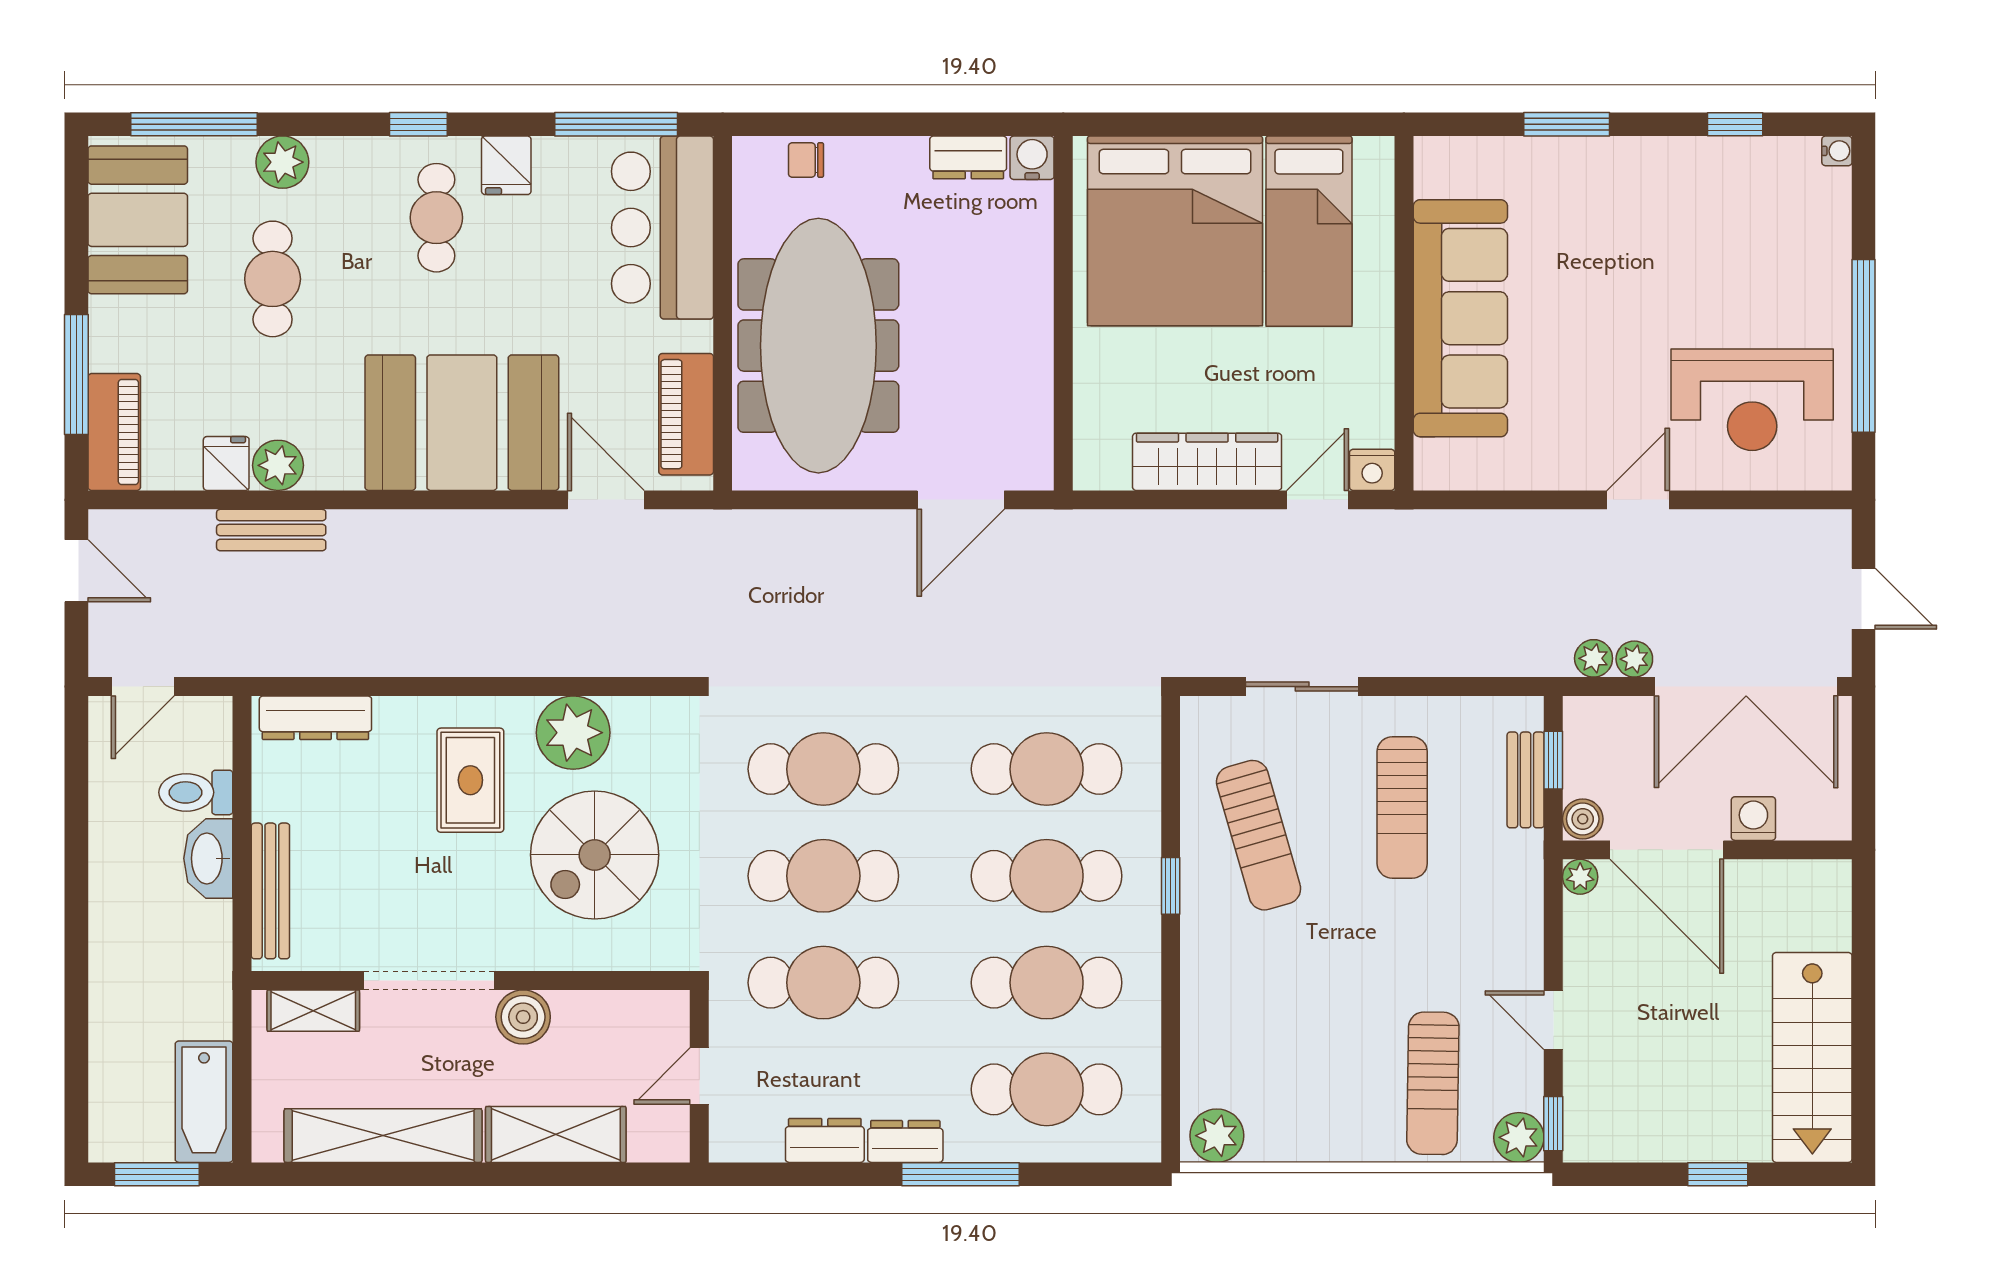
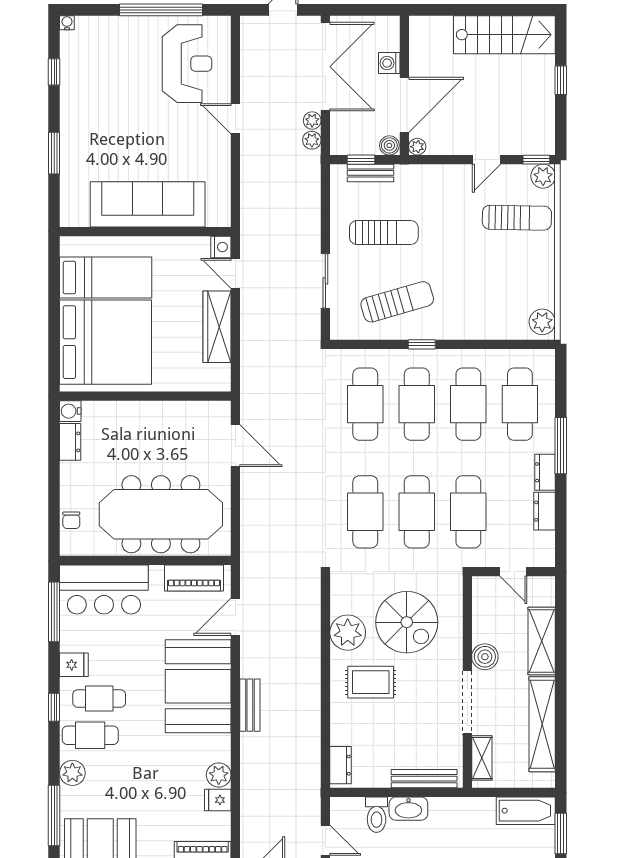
cafe table: (273, 279) -> (90, 735), moved
bench: (271, 530) -> (250, 705), moved
dresser: (315, 718) -> (341, 765), width x0.70

